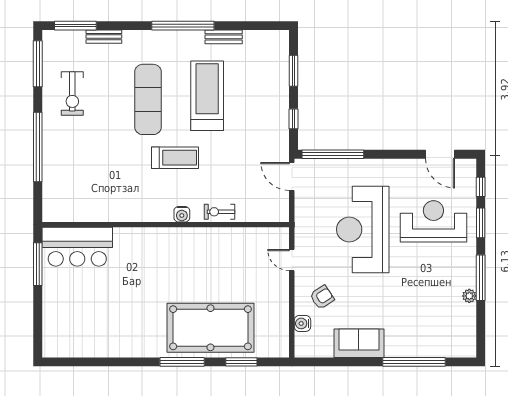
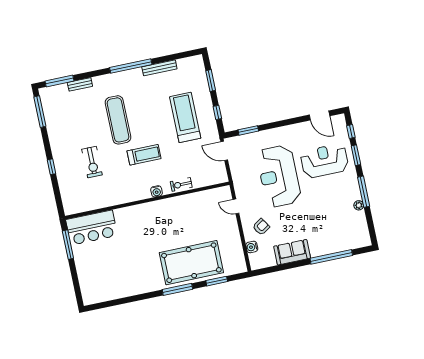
bench: (224, 37) -> (159, 68), width x1.36
exercise bike: (72, 94) -> (92, 162), moved
treadmill: (207, 96) -> (185, 117), moved
window: (38, 147) -> (52, 167), width x0.32
window: (333, 154) -> (248, 130), width x0.47

